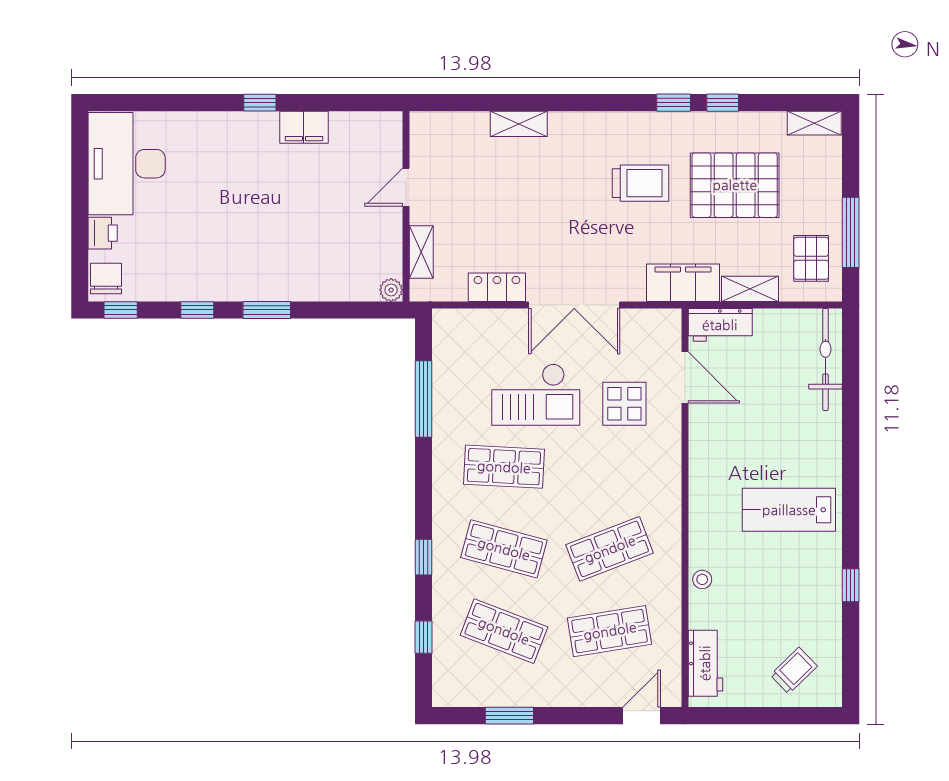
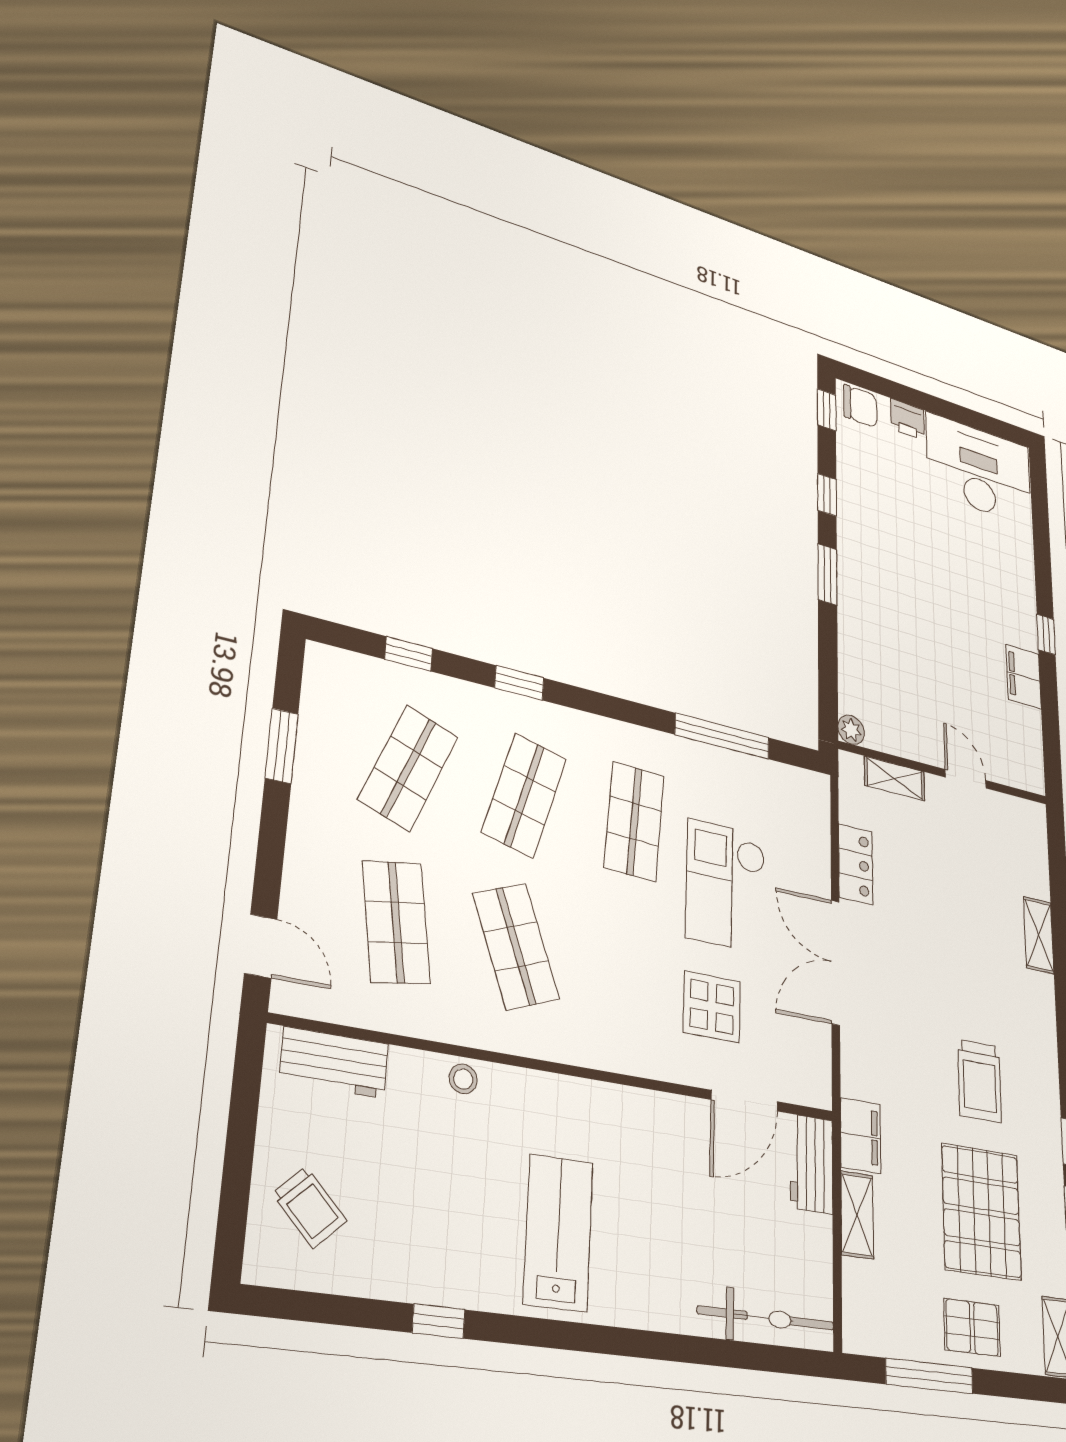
pallet: (811, 258) -> (972, 1327), moved
filing cabinet: (683, 283) -> (861, 1136), width x0.67, depth x0.86

